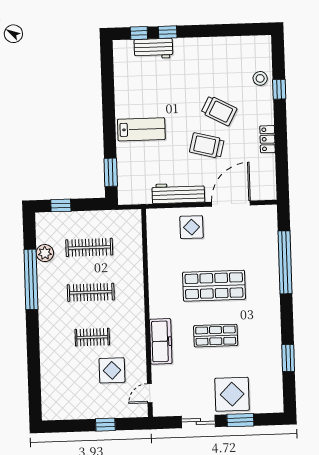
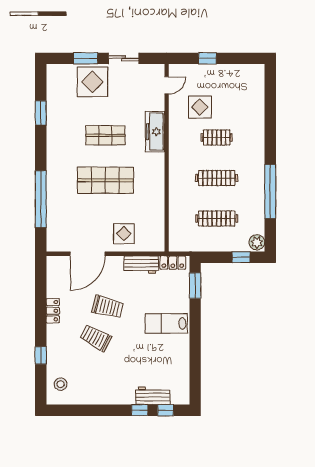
stool: (260, 78) -> (61, 384), moved
workbench: (178, 193) -> (141, 265), width x0.73
locker: (136, 197) -> (173, 263), added
plant: (45, 253) -> (257, 242), moved

